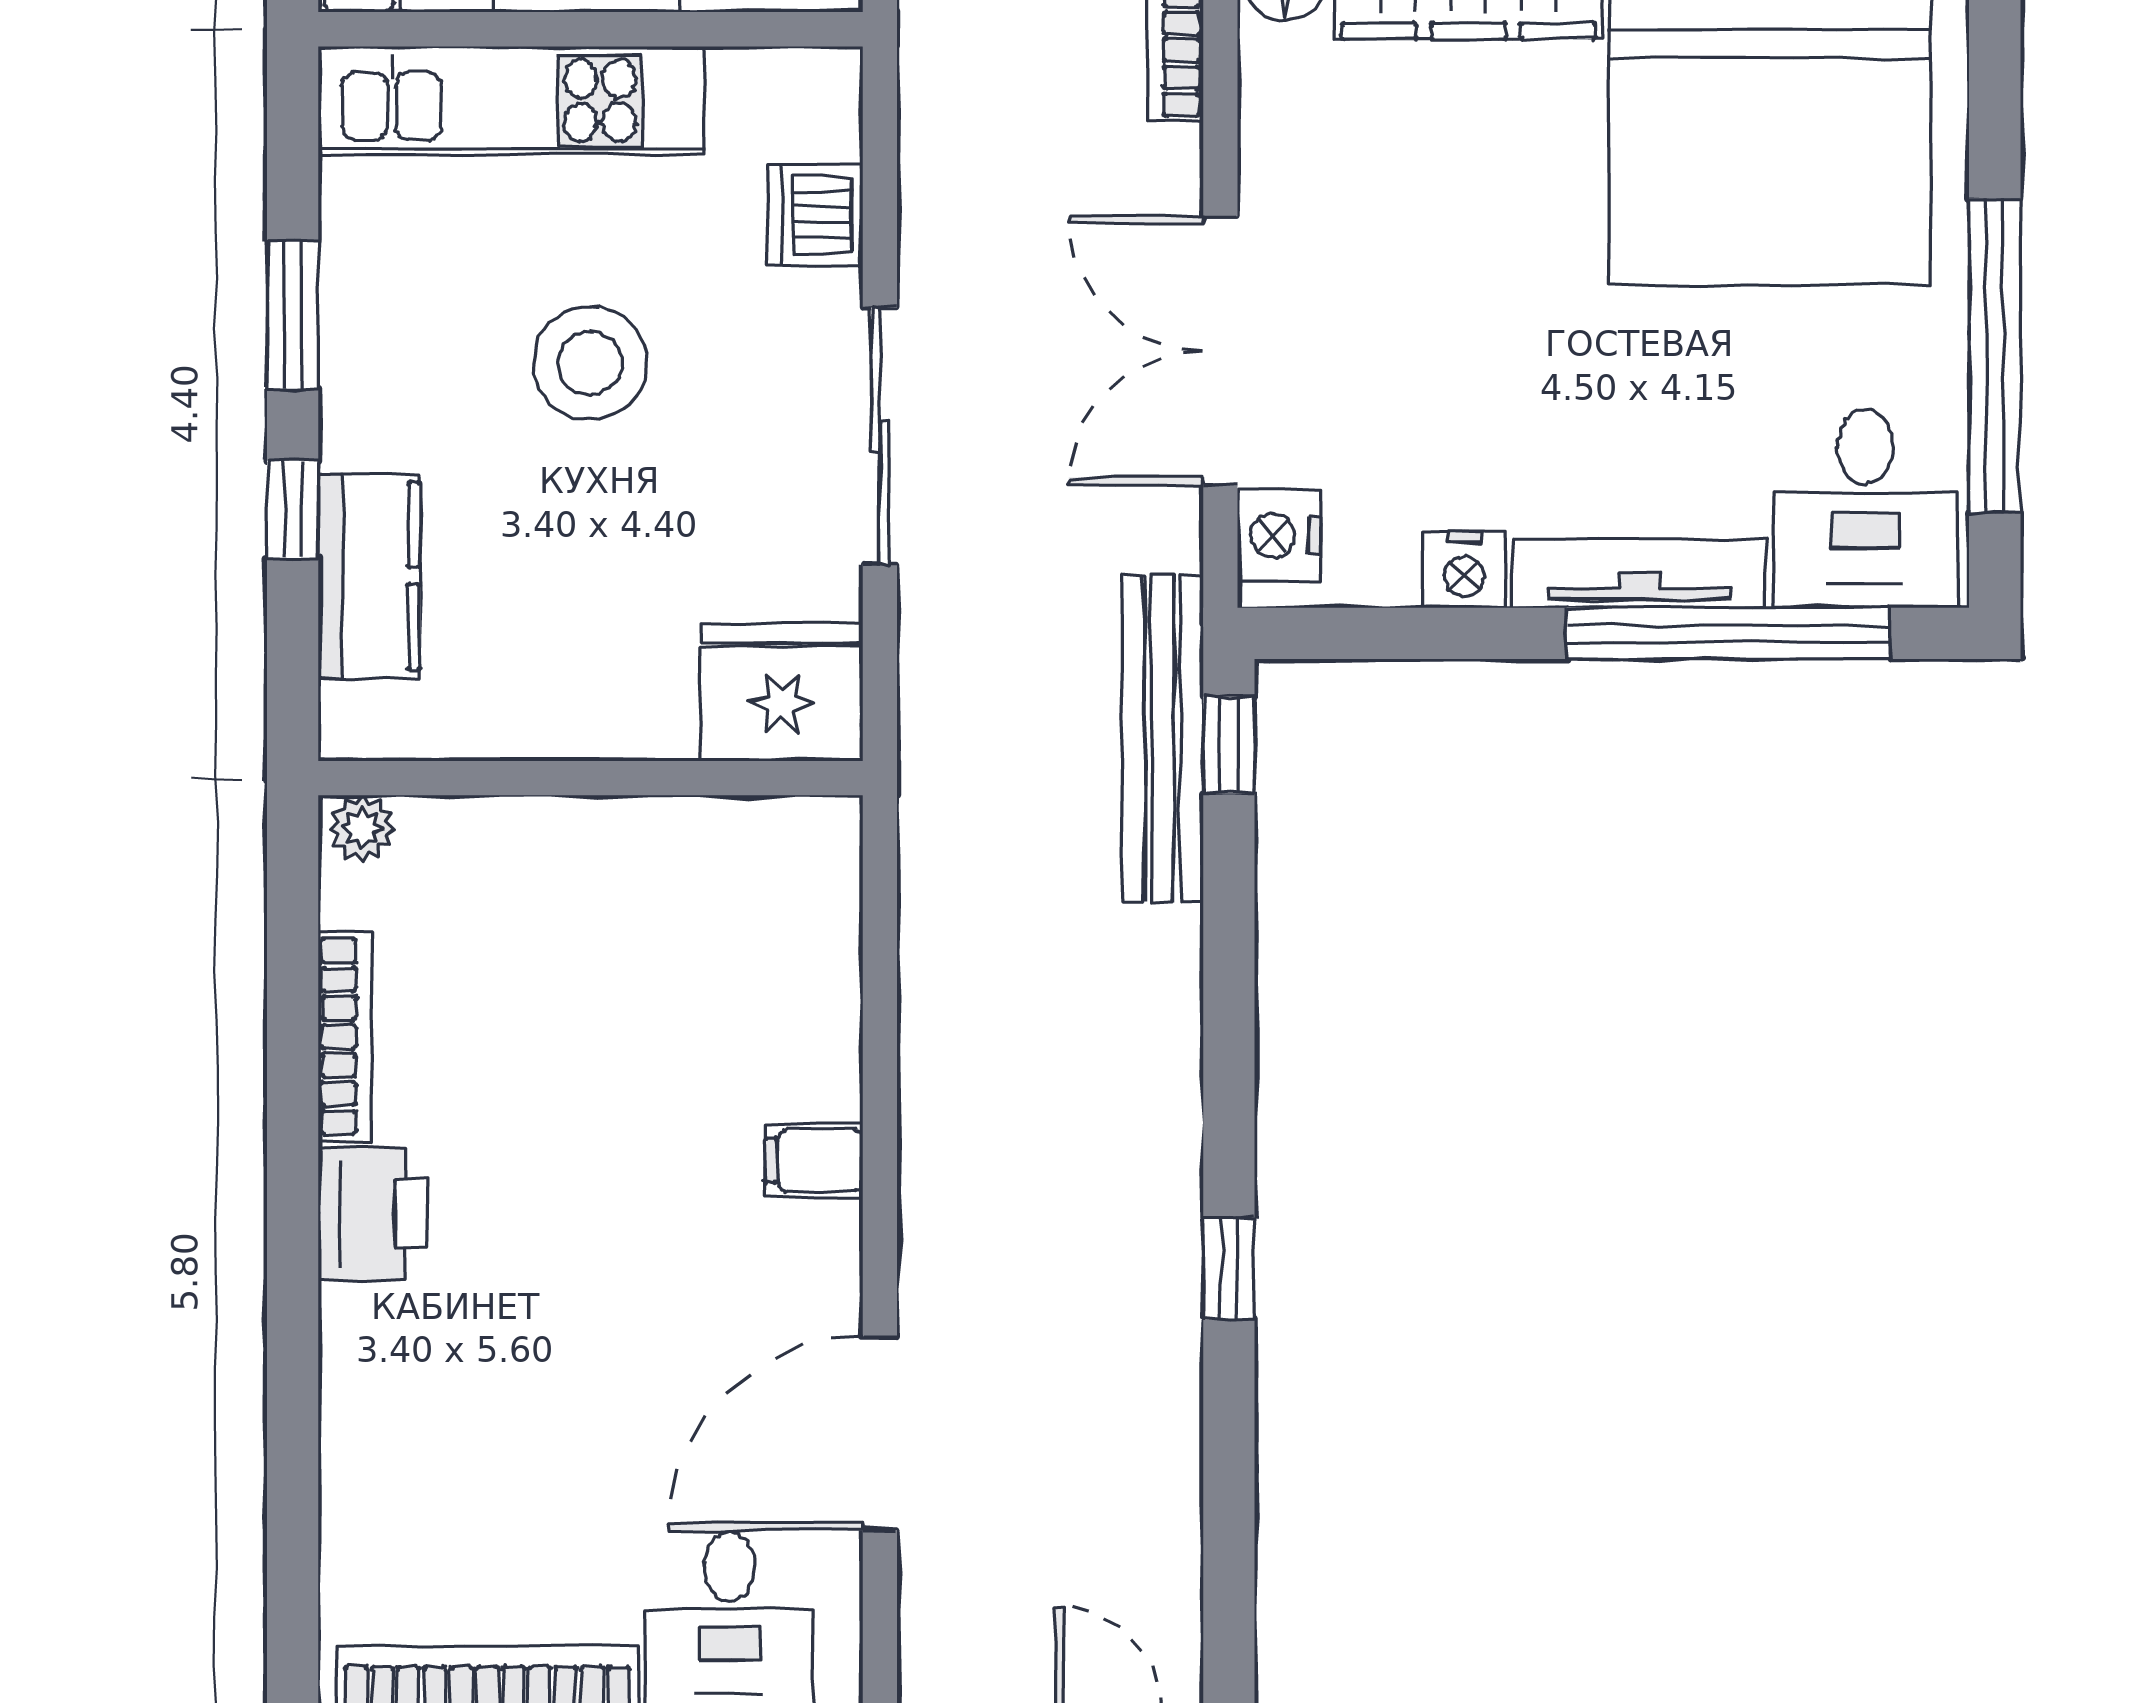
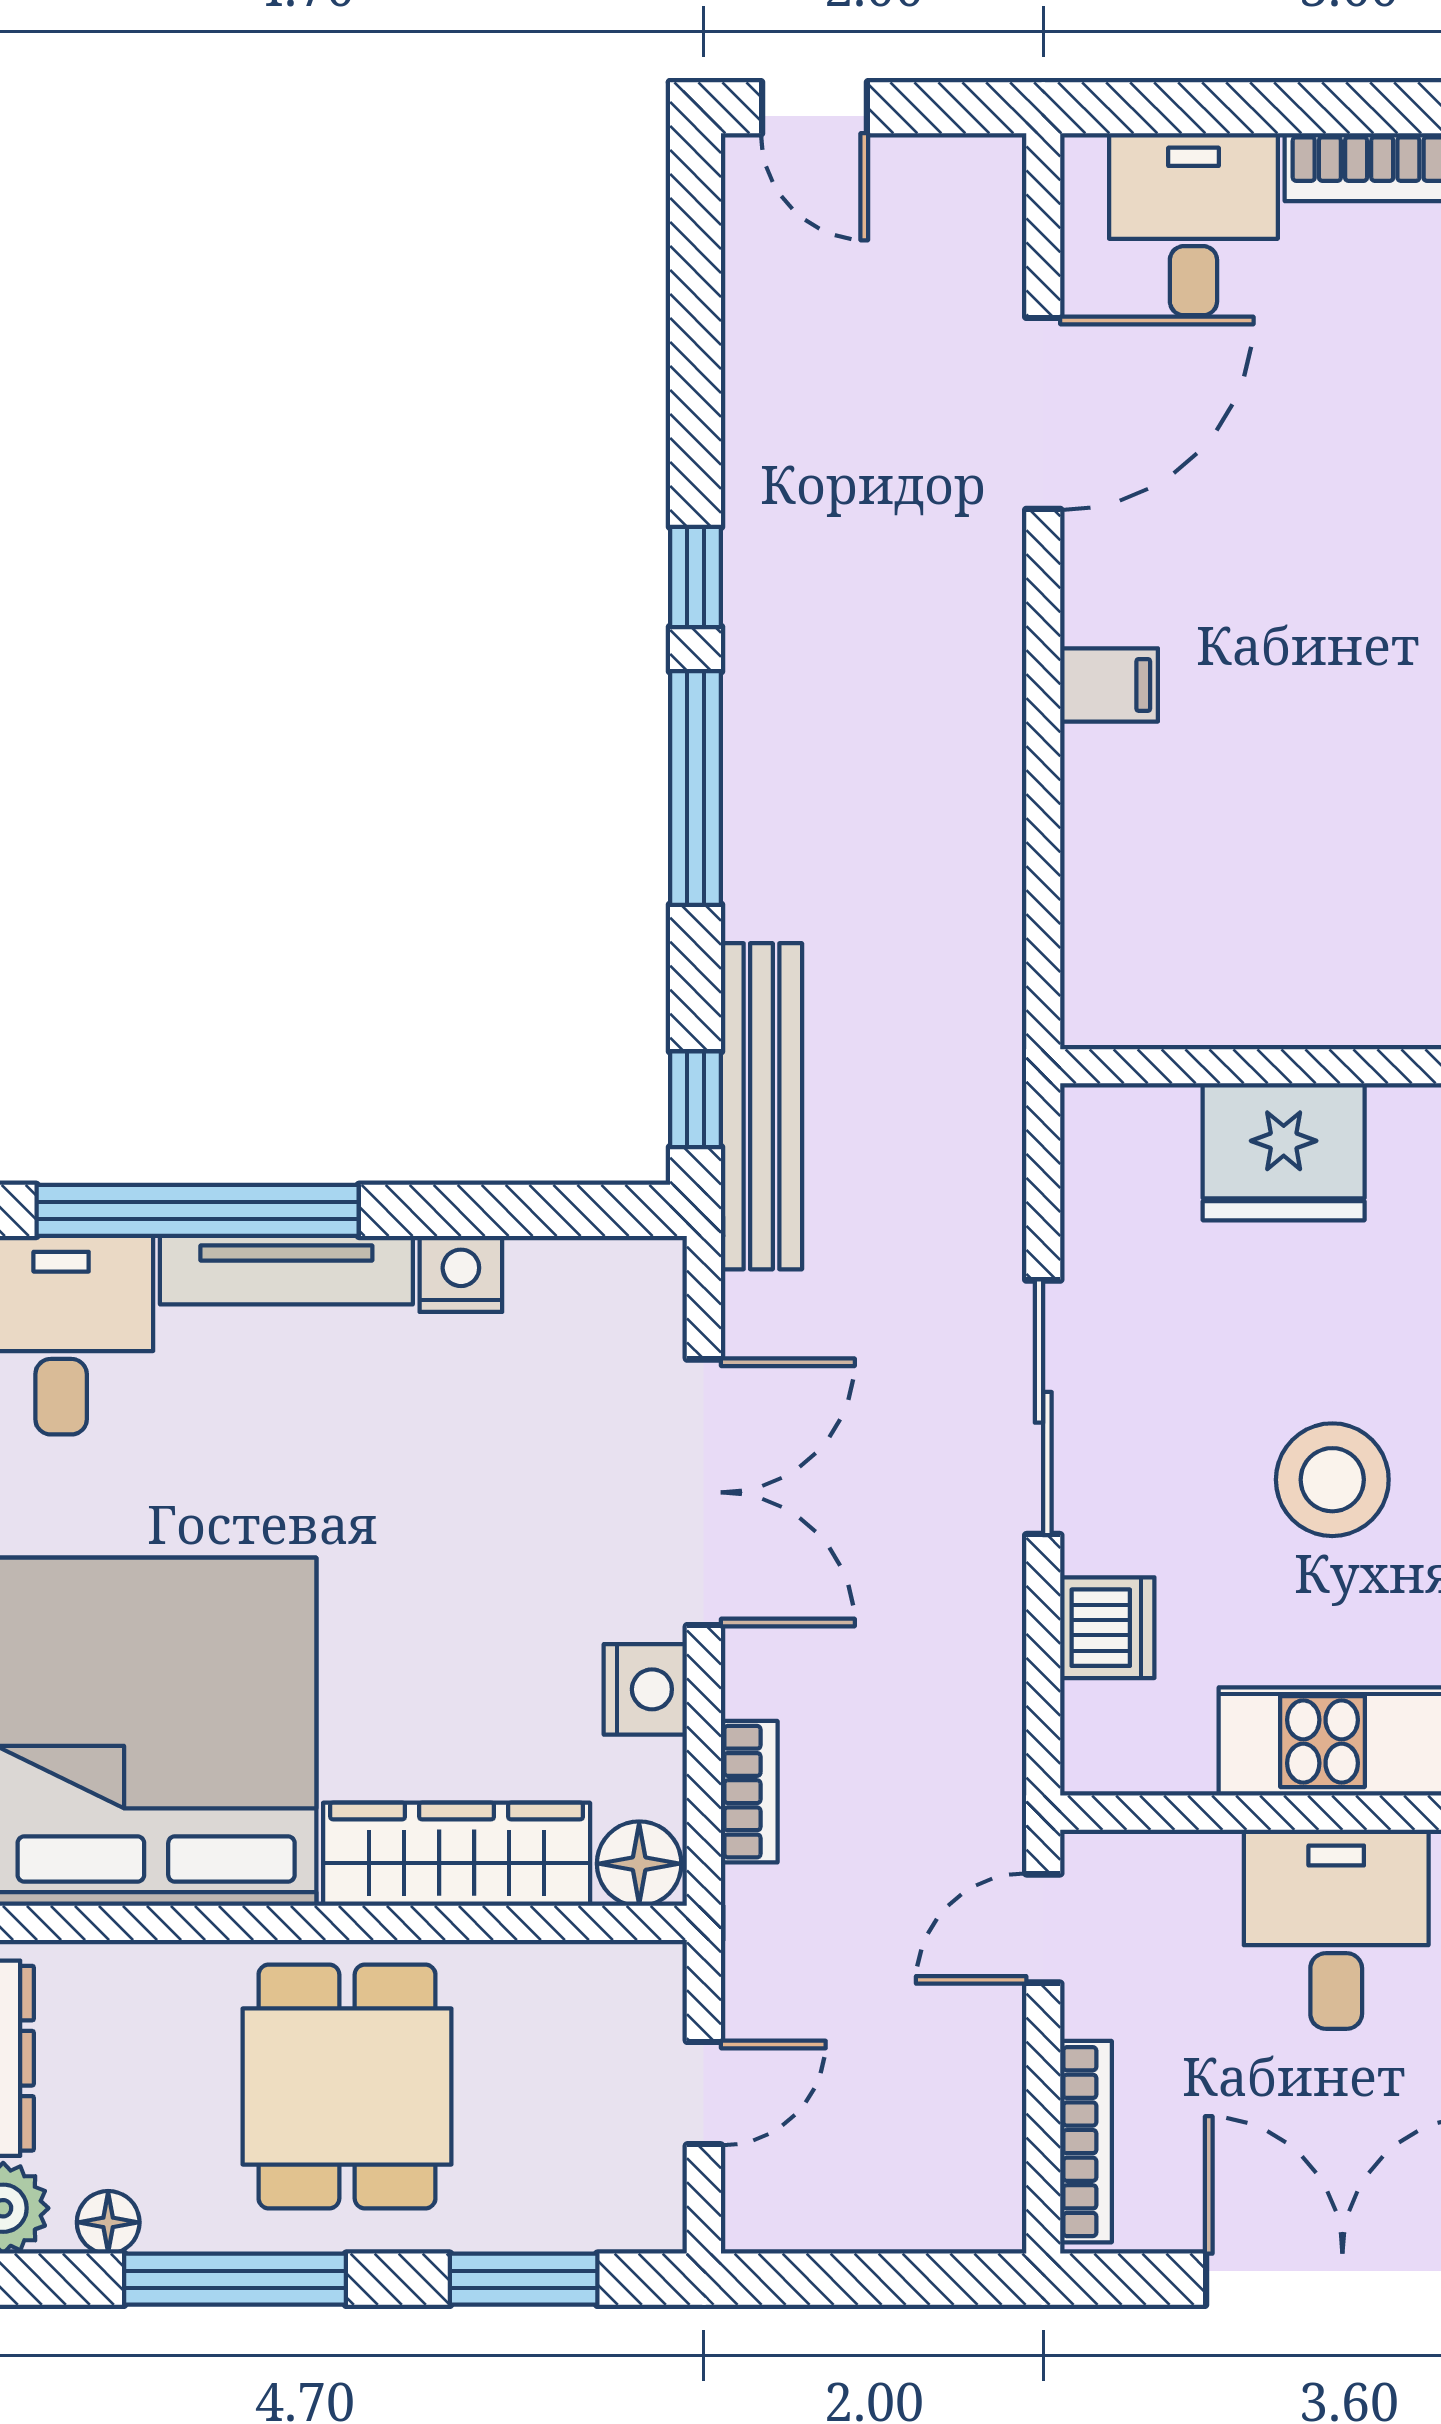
nightstand: (1279, 535) -> (645, 1689), moved
fridge: (782, 692) -> (1284, 1152), moved
window: (1229, 1057) -> (695, 788), added

